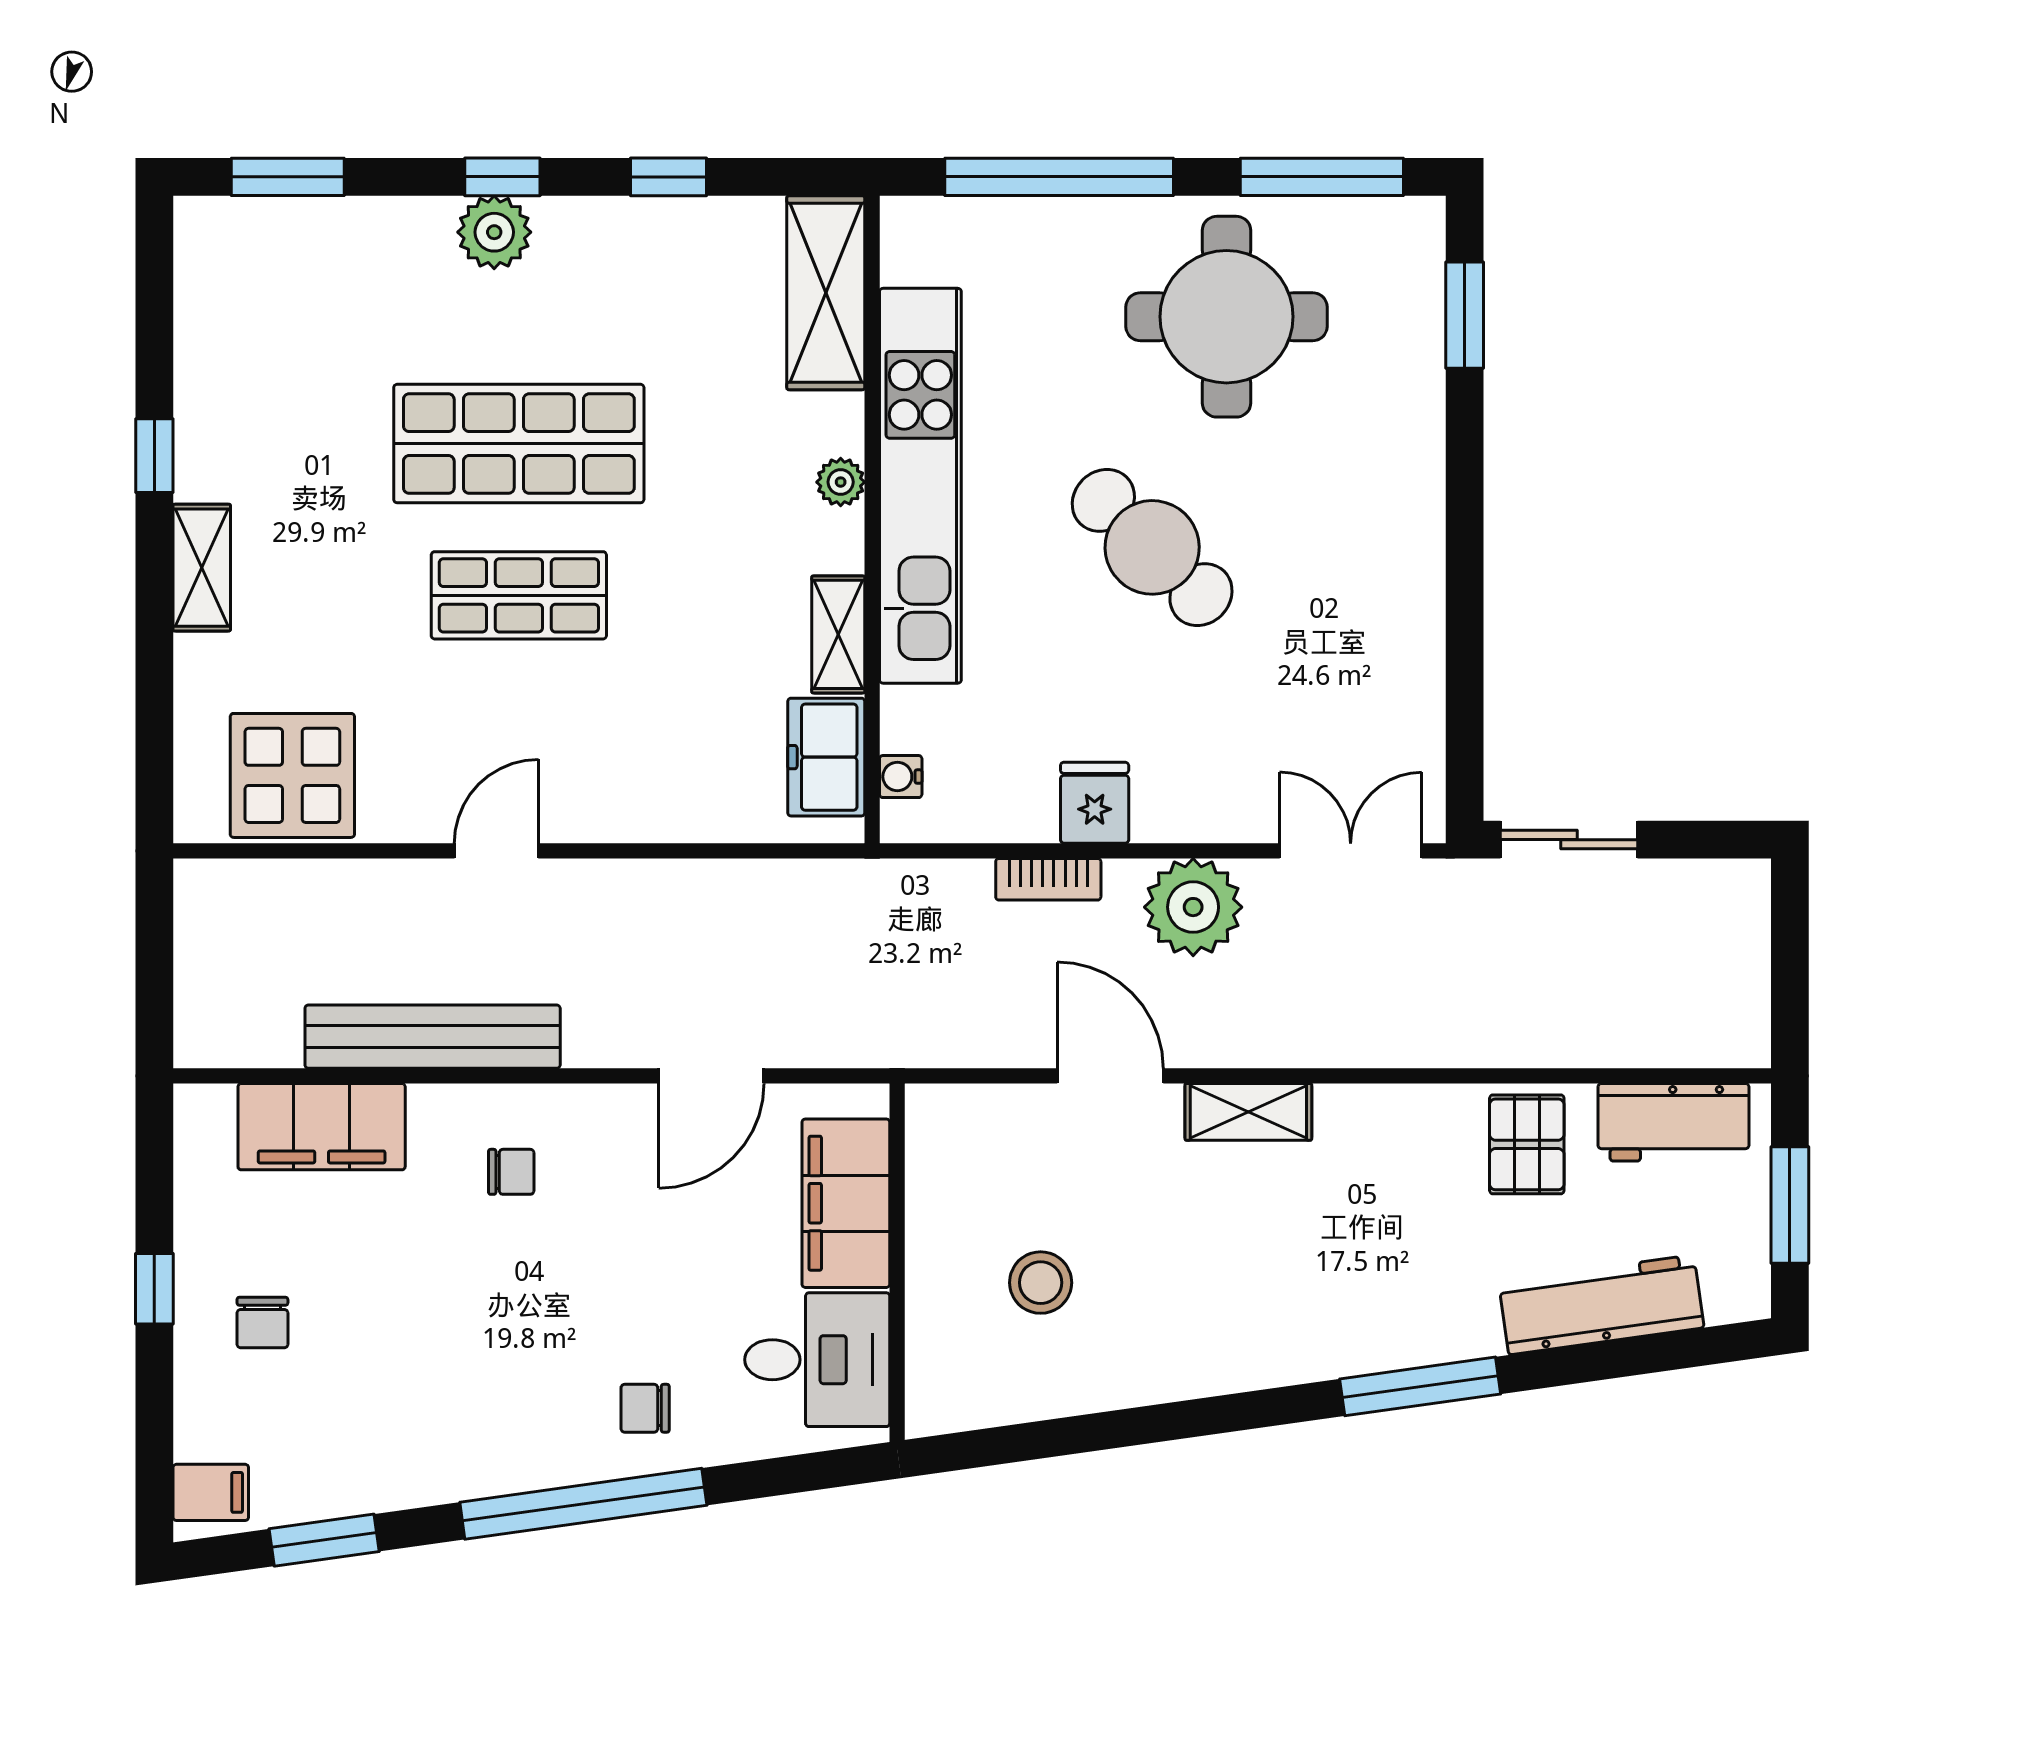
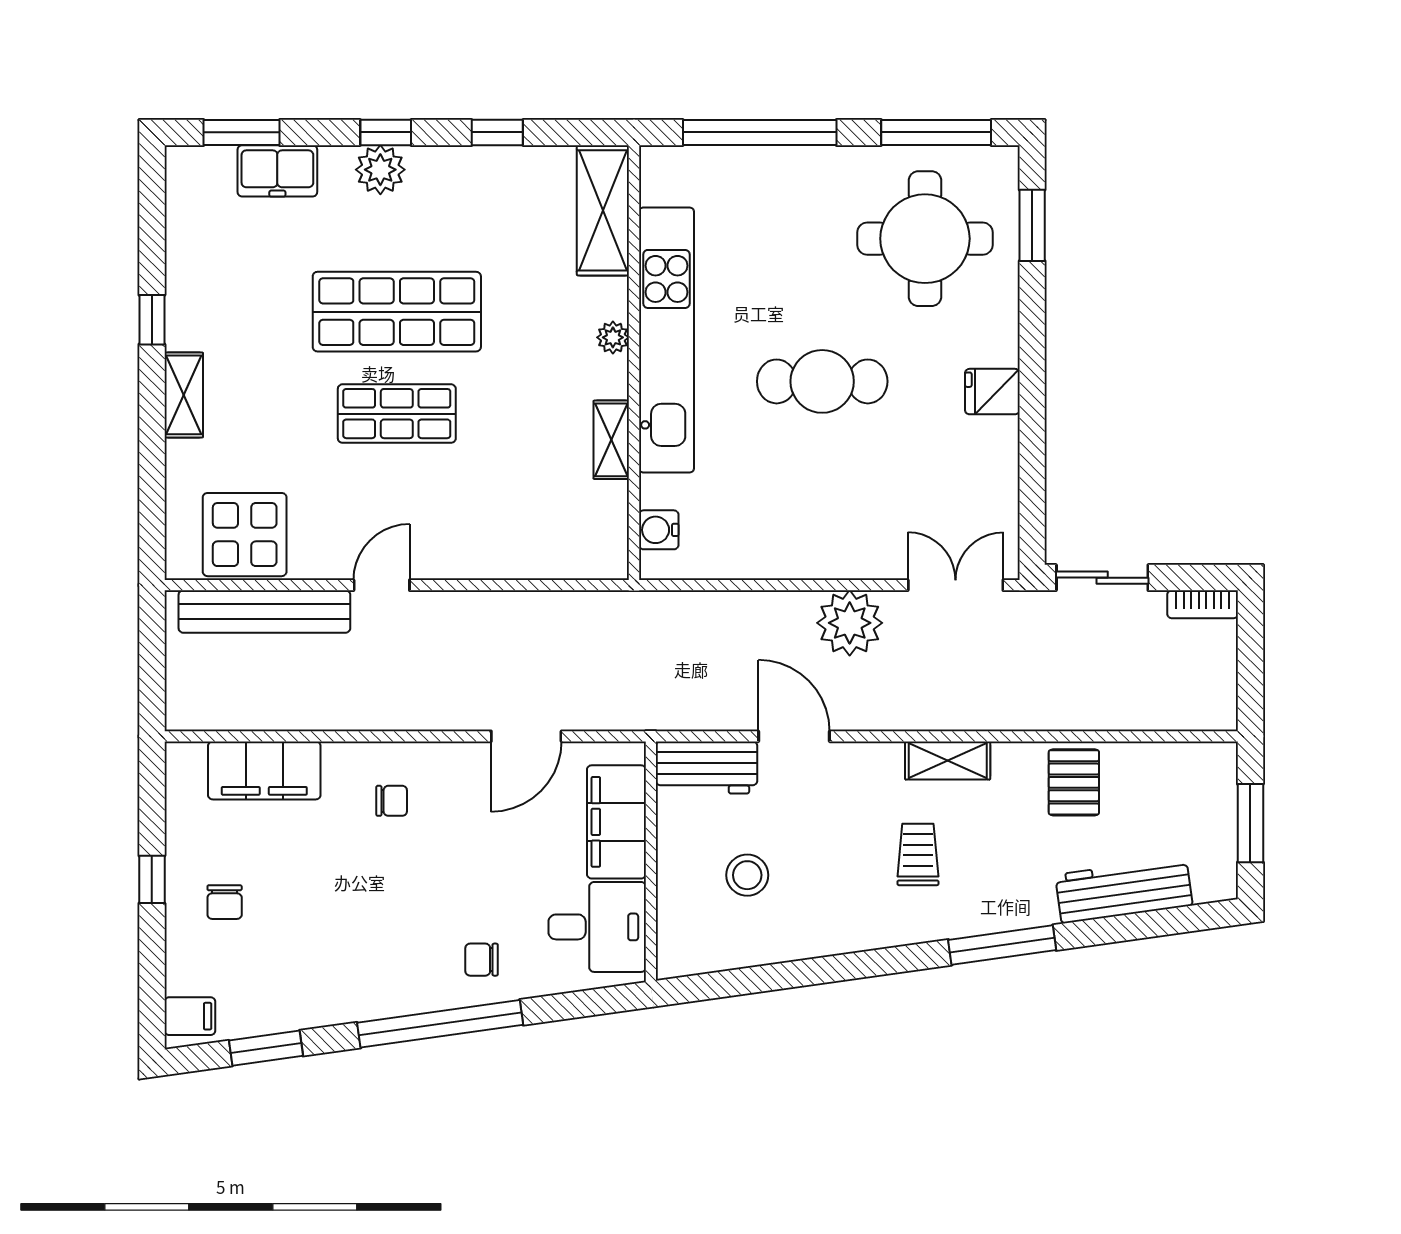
round table: (1226, 317) -> (925, 239), moved
cafe table: (1152, 547) -> (822, 381), turned -44
freezer: (826, 757) -> (277, 171), moved, turned -90
water cooler: (901, 777) -> (659, 530), width x1.38, depth x1.38
fridge: (1095, 803) -> (992, 392), moved, turned -90
bookcase: (1048, 879) -> (1203, 604), moved
bench: (433, 1037) -> (264, 612), moved
shelving: (1248, 1112) -> (948, 760), moved
workbench: (1673, 1122) -> (707, 768), moved
trolley: (1295, 1252) -> (918, 854), added

